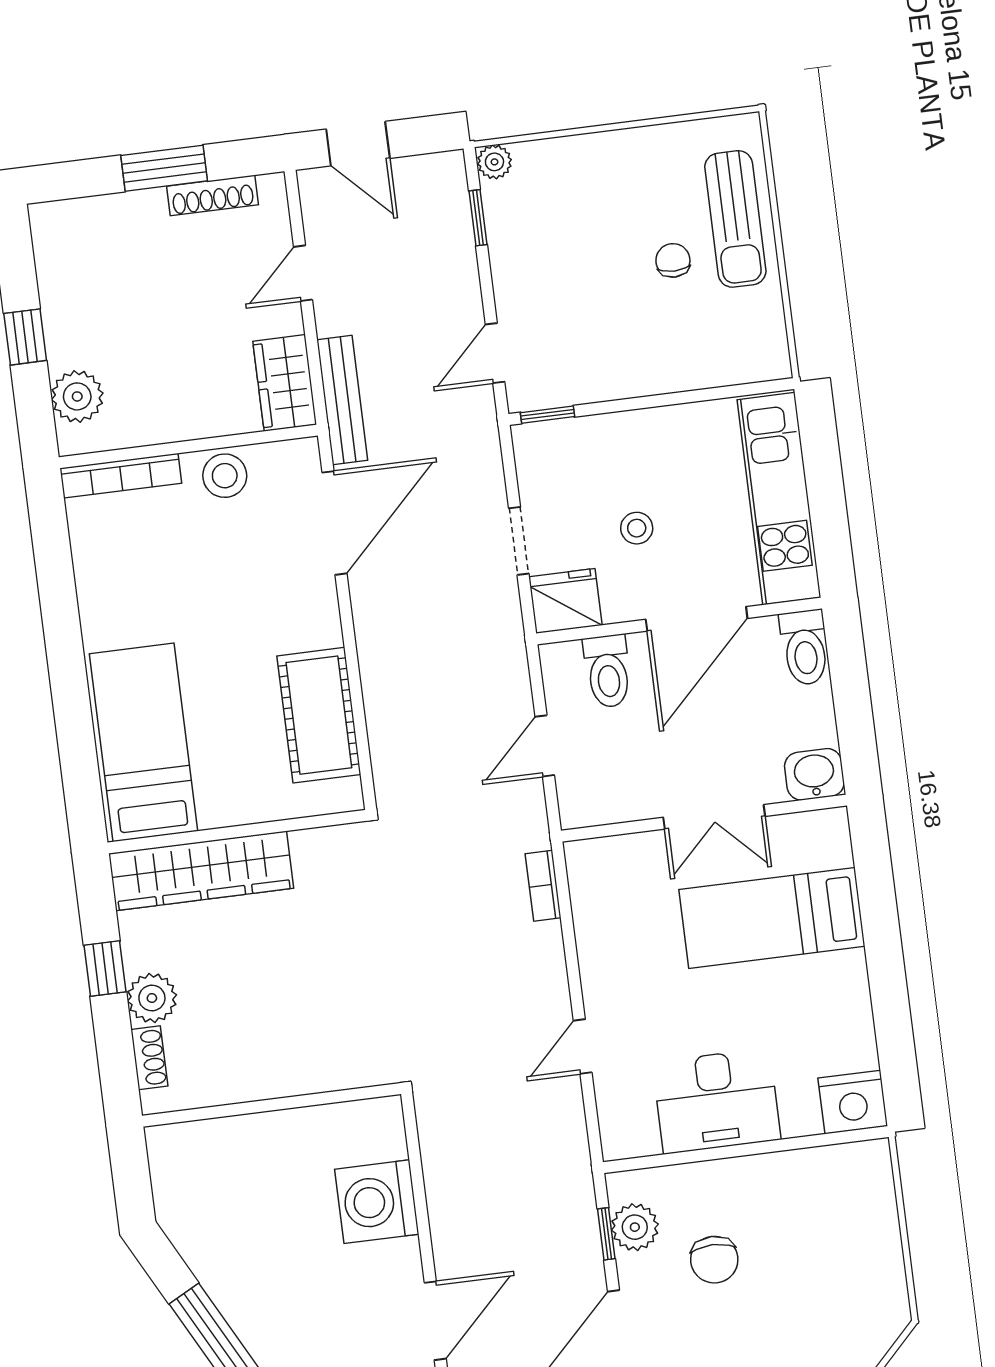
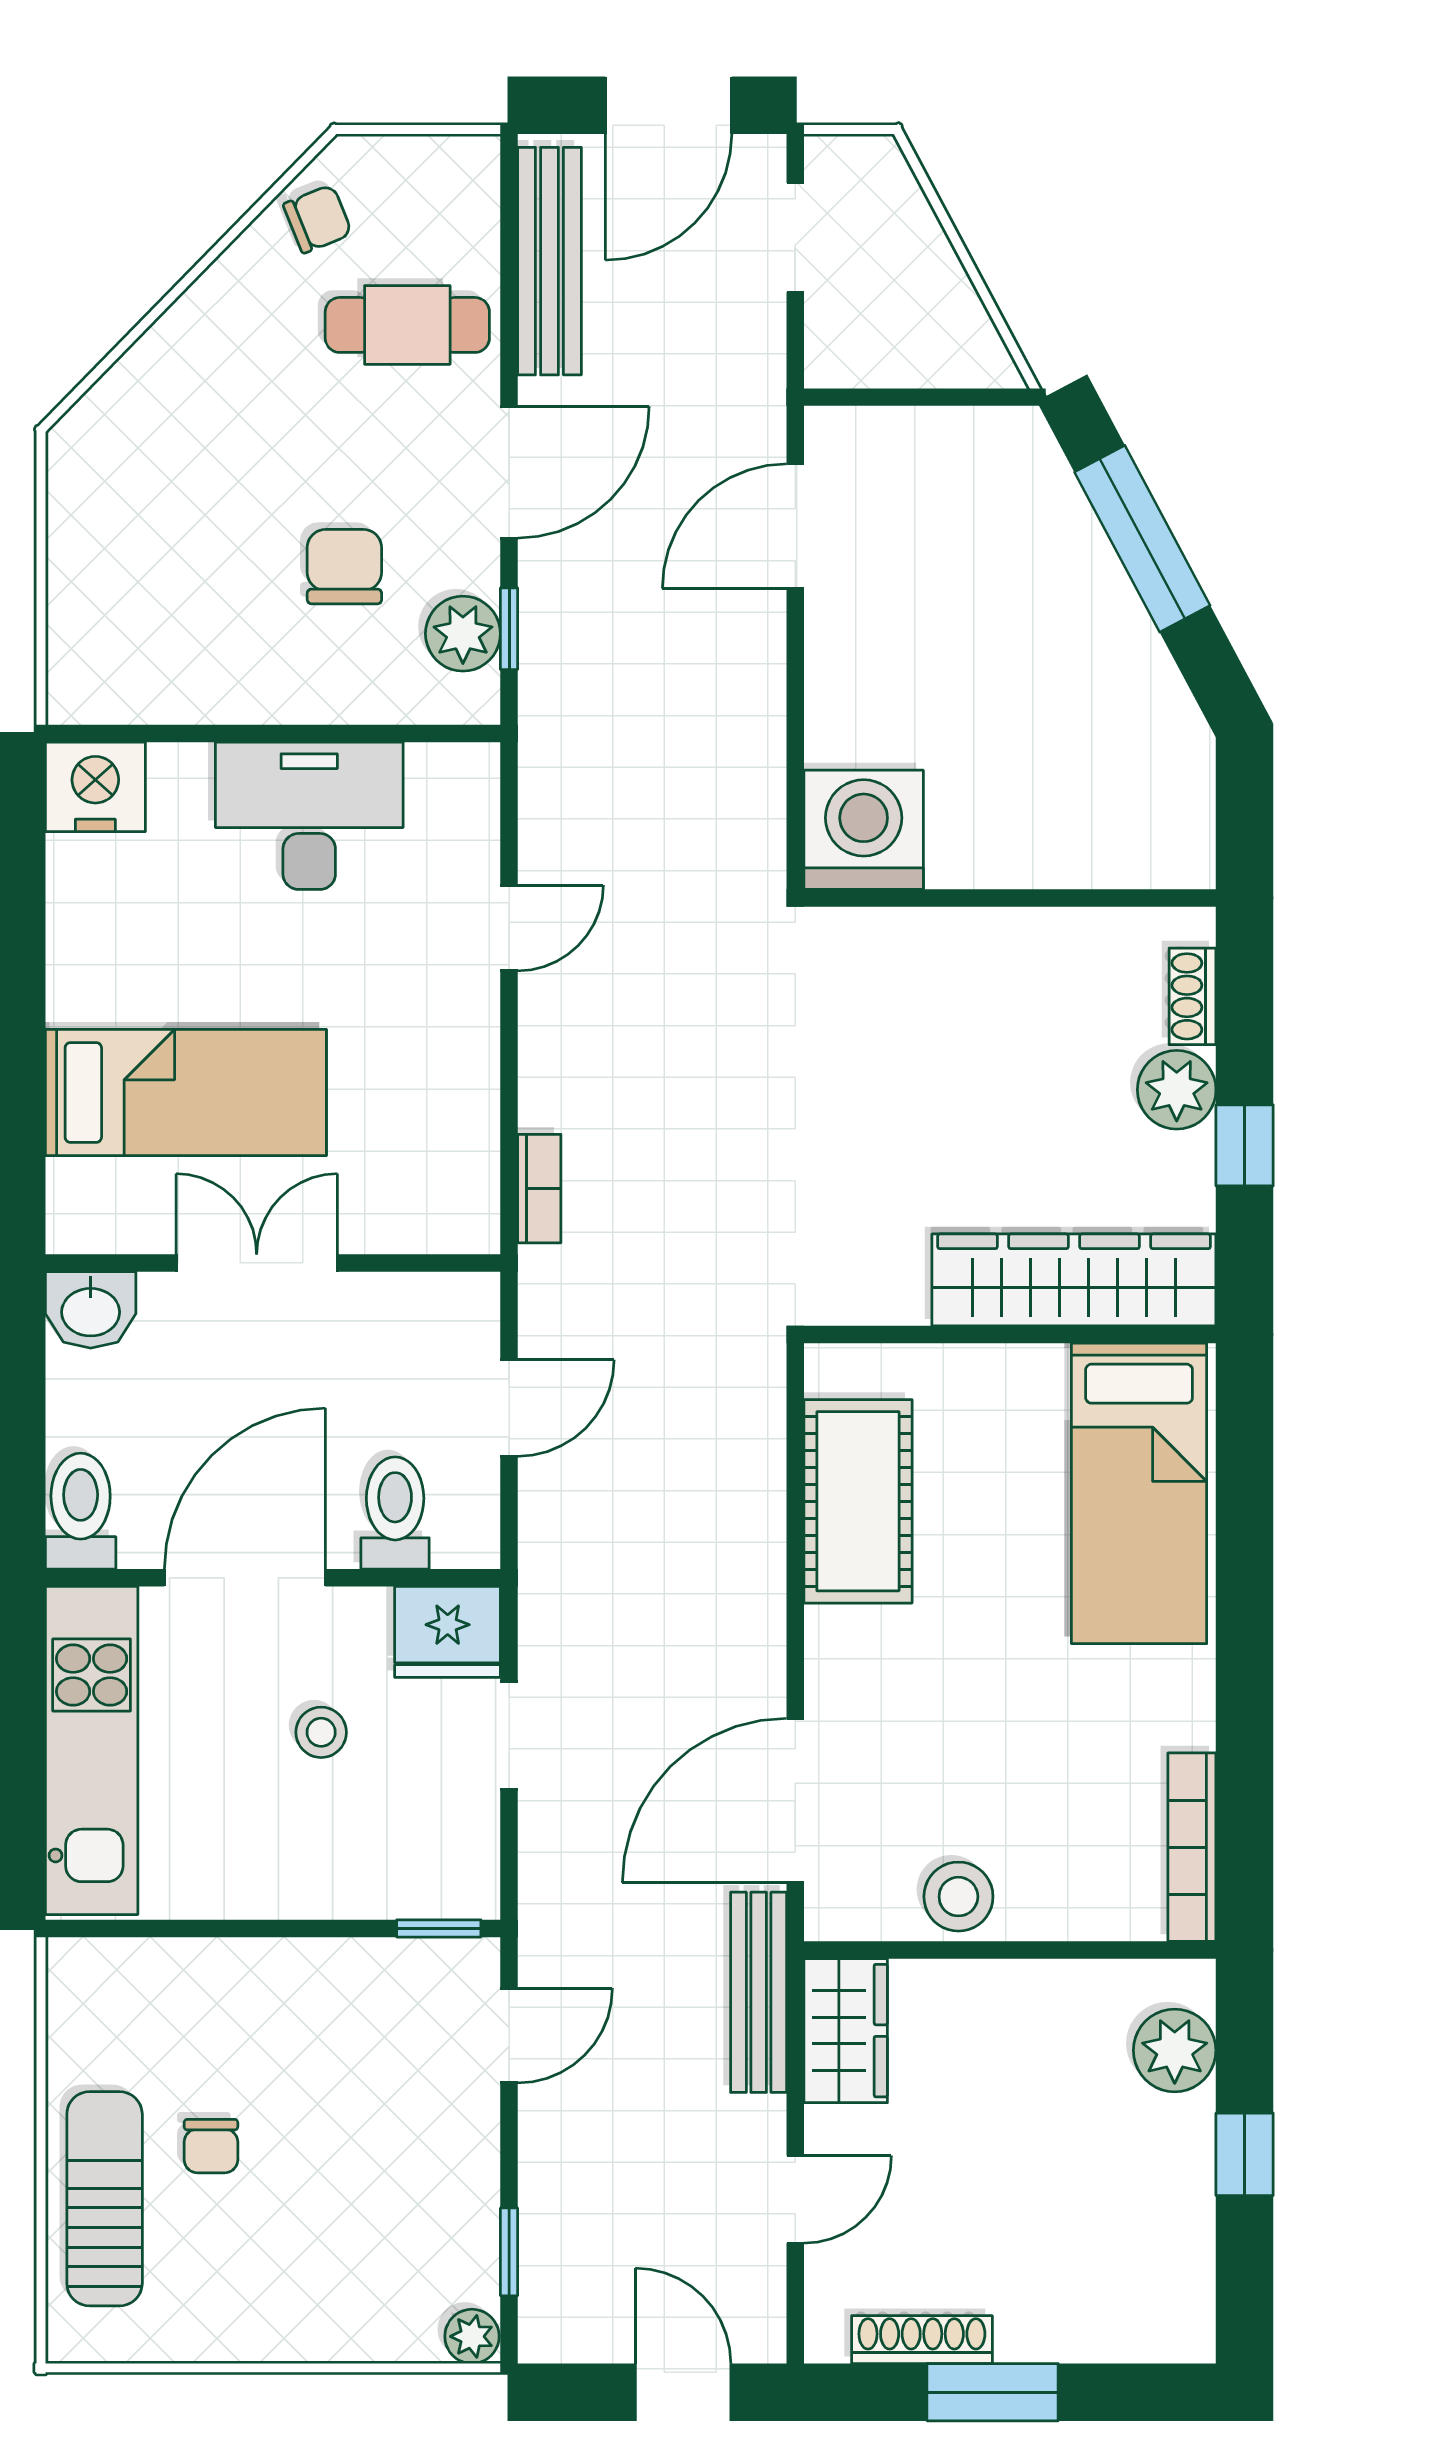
bookcase: (121, 476) -> (1192, 1847), moved, turned -90
washing machine: (377, 1202) -> (864, 830), moved, turned -90

